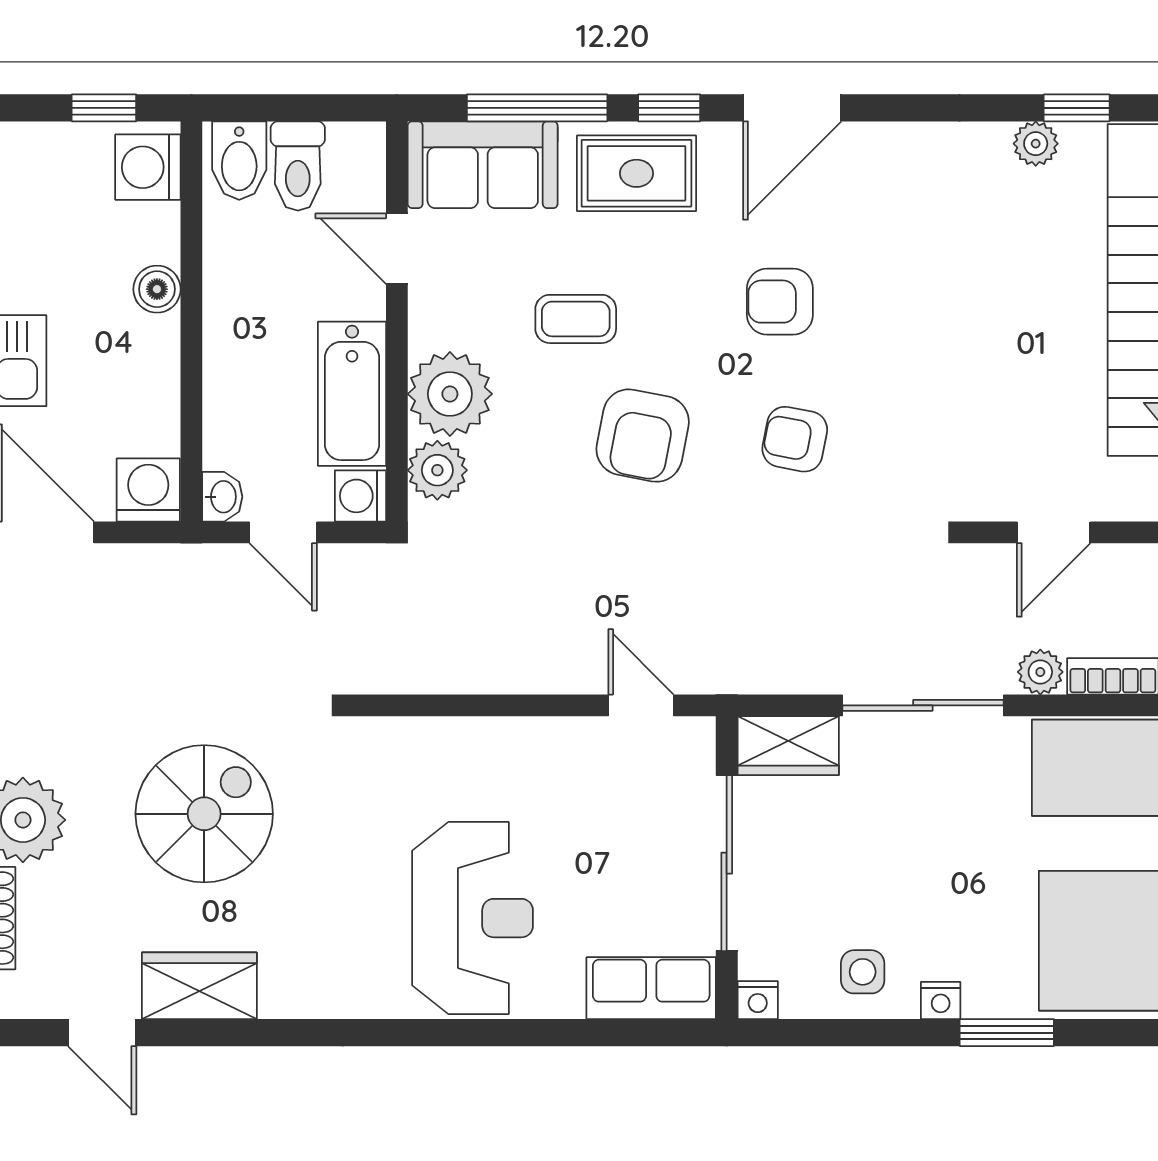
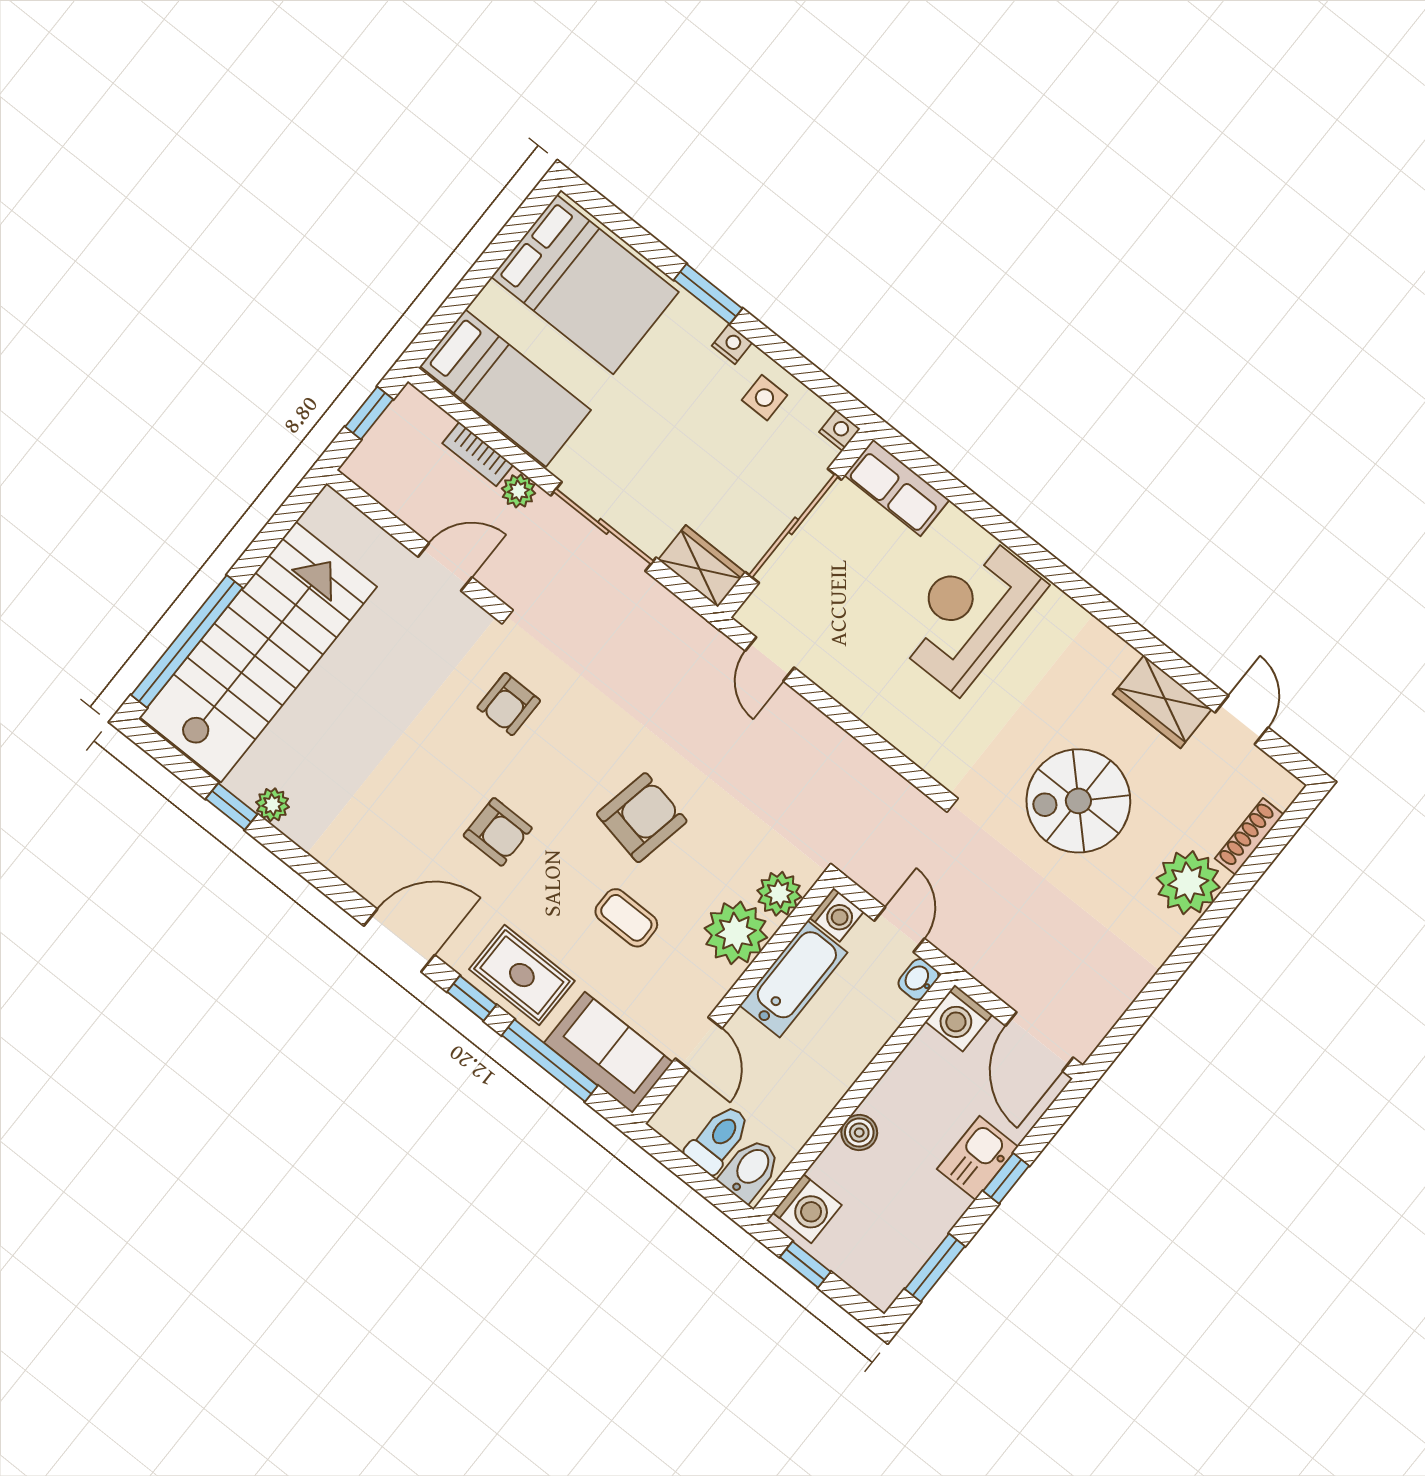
armchair: (795, 439) -> (509, 704), moved, turned 79

